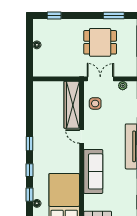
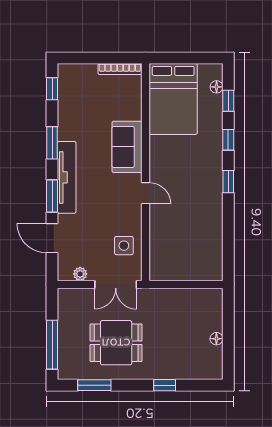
window: (54, 16) -> (165, 385), moved
wardrobe: (72, 105) -> (161, 244), removed
sofa: (93, 171) -> (127, 147), width x0.73

